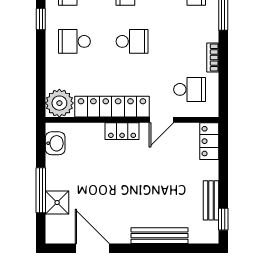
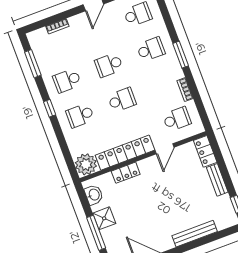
locker: (122, 131) -> (126, 173), moved
bench: (211, 200) -> (217, 180), moved
shower: (57, 203) -> (104, 218), moved

